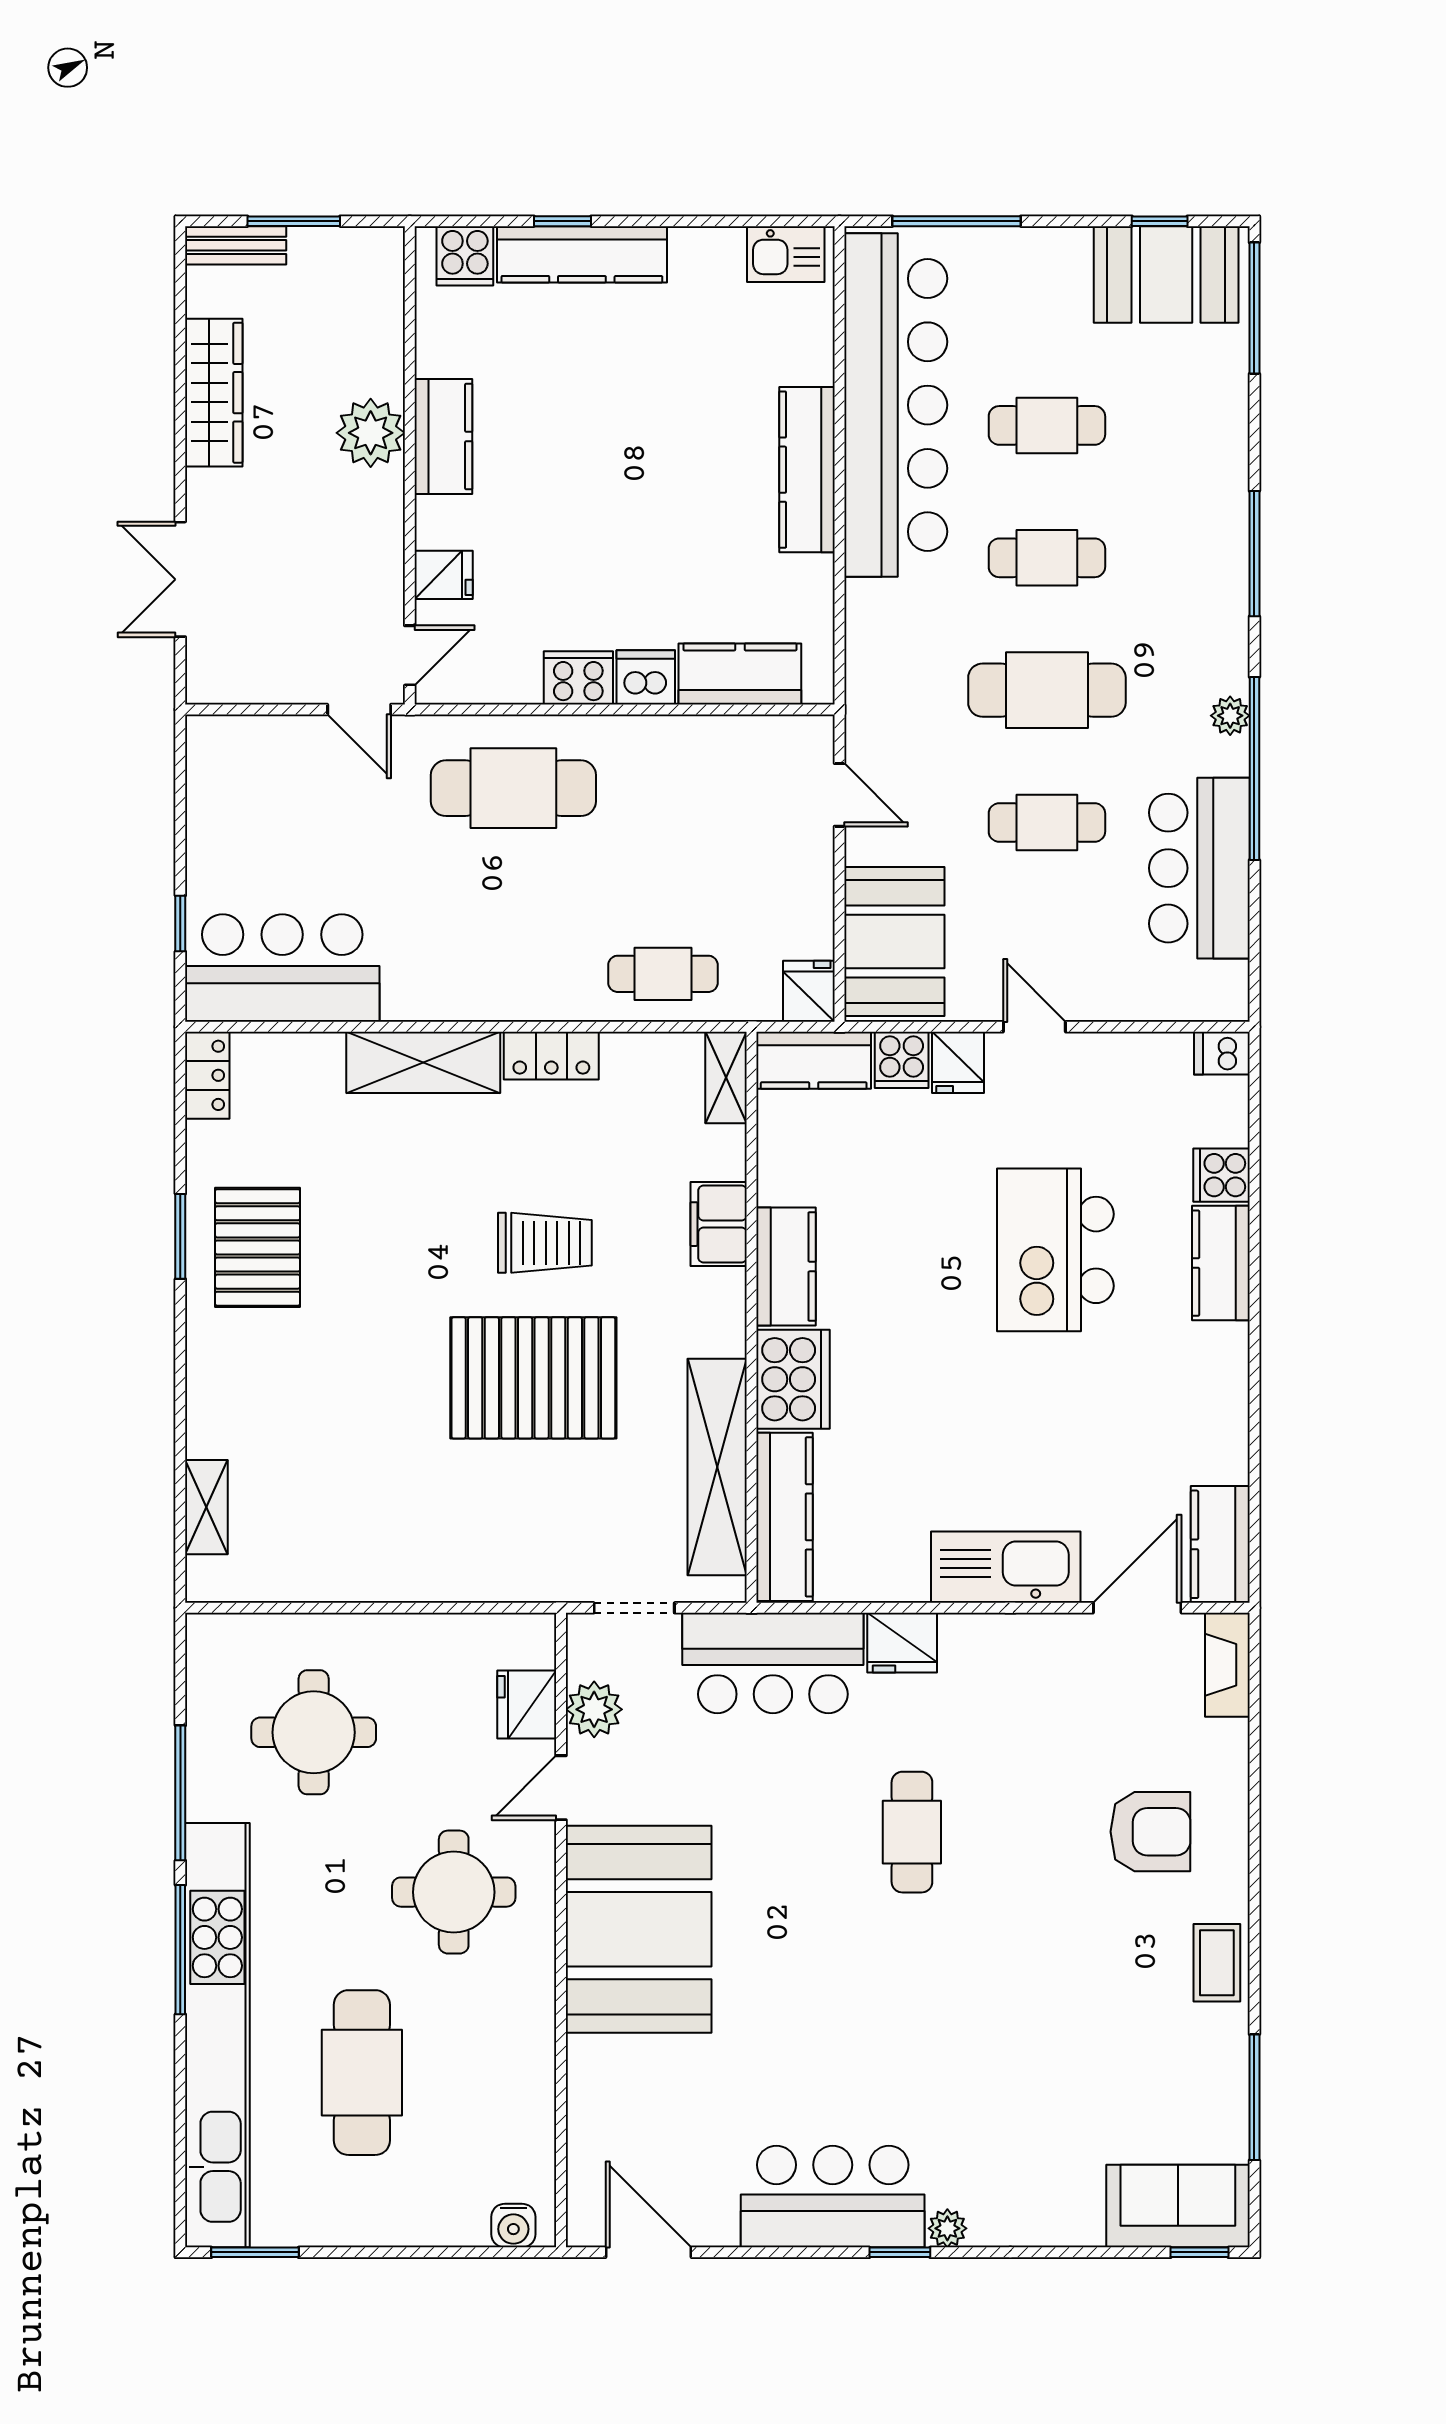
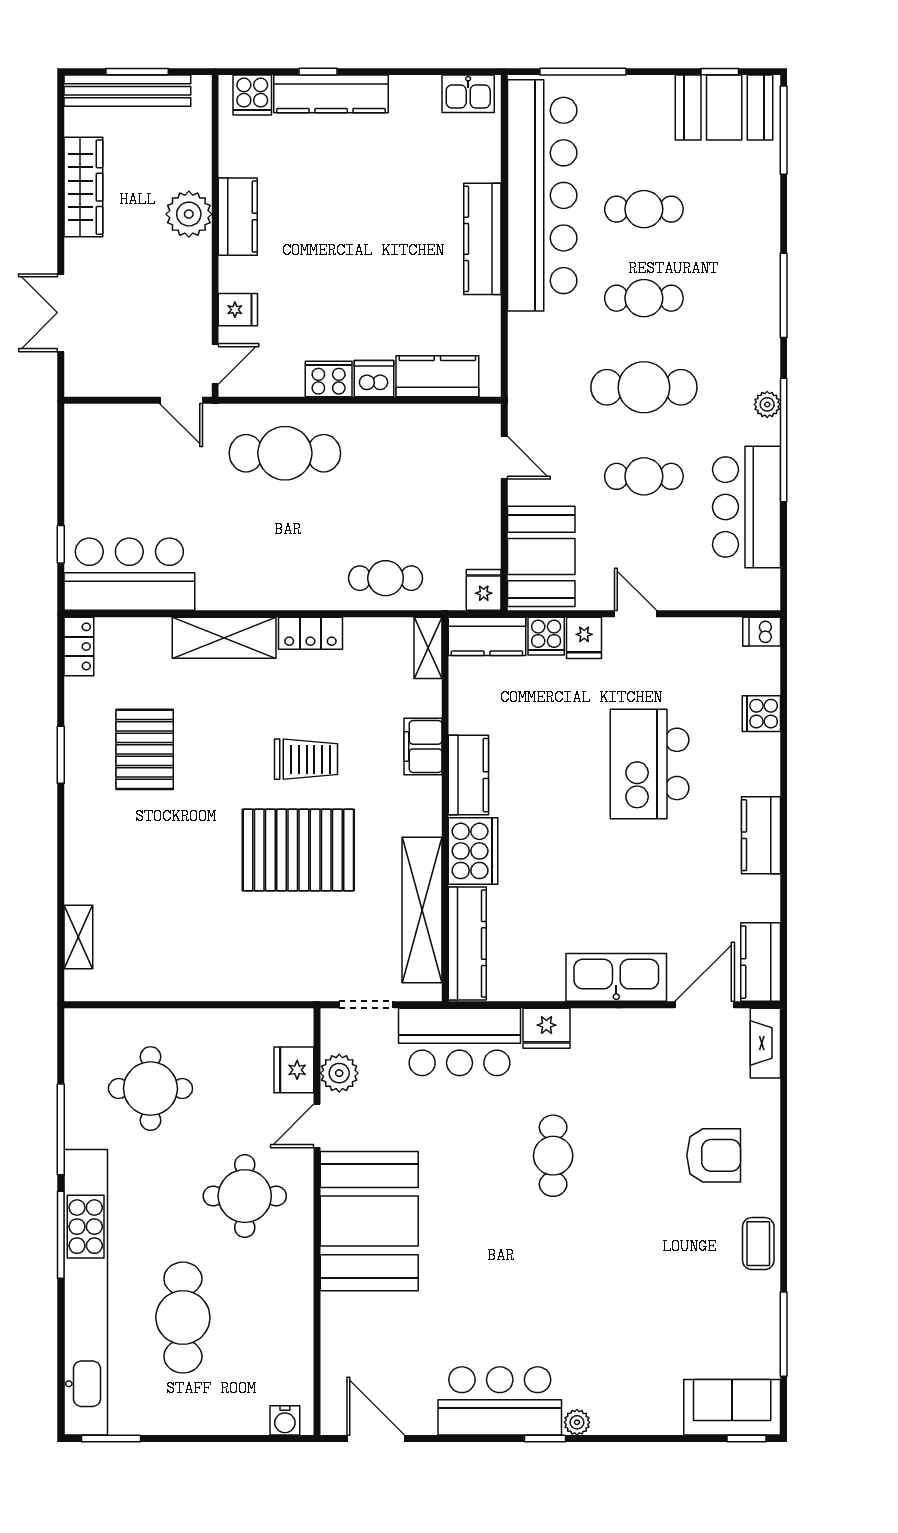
bench: (236, 245) -> (127, 91), width x1.86, depth x1.21
pallet: (258, 1247) -> (145, 749), moved
kitchen counter: (1221, 1263) -> (761, 835), moved

